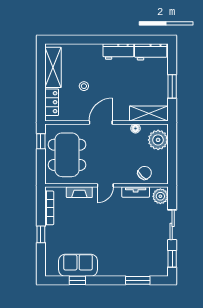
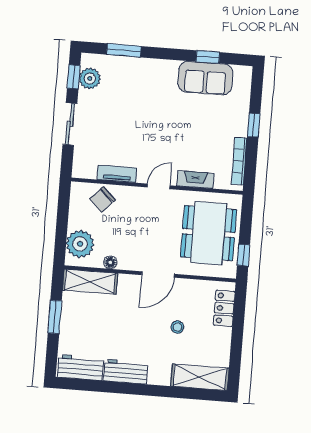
shelving: (53, 67) -> (200, 377), moved, turned 90
plant: (160, 196) -> (90, 78), moved

